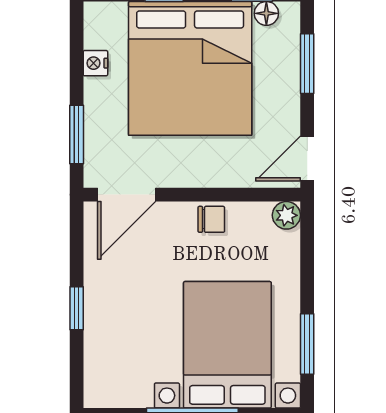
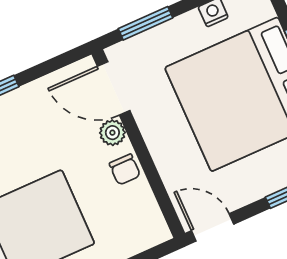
plant: (286, 215) -> (112, 133), moved

